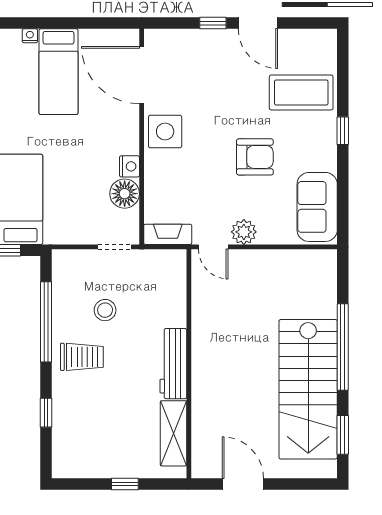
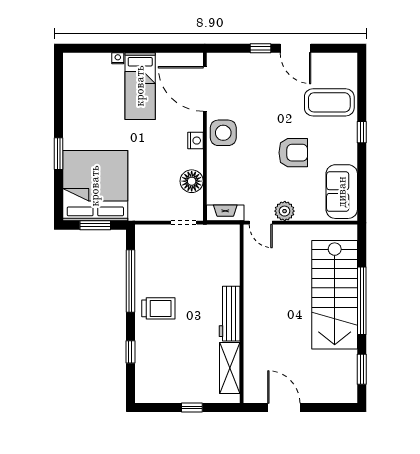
nightstand: (129, 166) -> (195, 141), moved
stool: (105, 310) -> (176, 272), removed
stairs: (308, 389) -> (335, 295), moved

